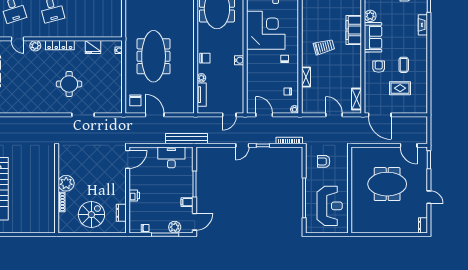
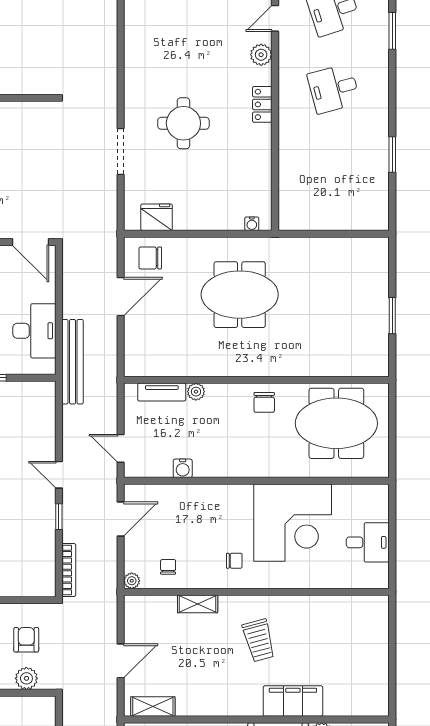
locker: (60, 45) -> (262, 104), width x0.66
fridge: (93, 47) -> (157, 217), moved, turned 90
meeting table: (154, 56) -> (240, 295), width x0.73
chair: (205, 58) -> (264, 402), moved
water cooler: (239, 60) -> (183, 468), moved
plant: (343, 161) -> (26, 678), added

